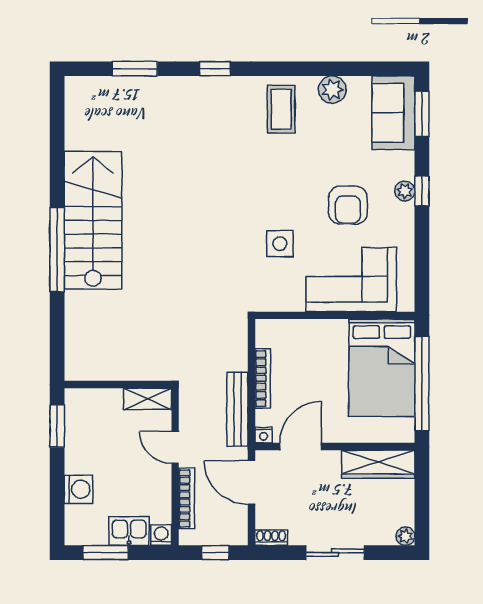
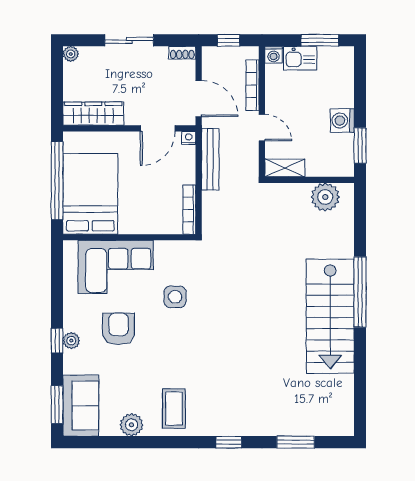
plant: (99, 364) -> (325, 197), added
bookcase: (263, 379) -> (189, 210), moved
washing machine: (79, 489) -> (342, 121), moved

